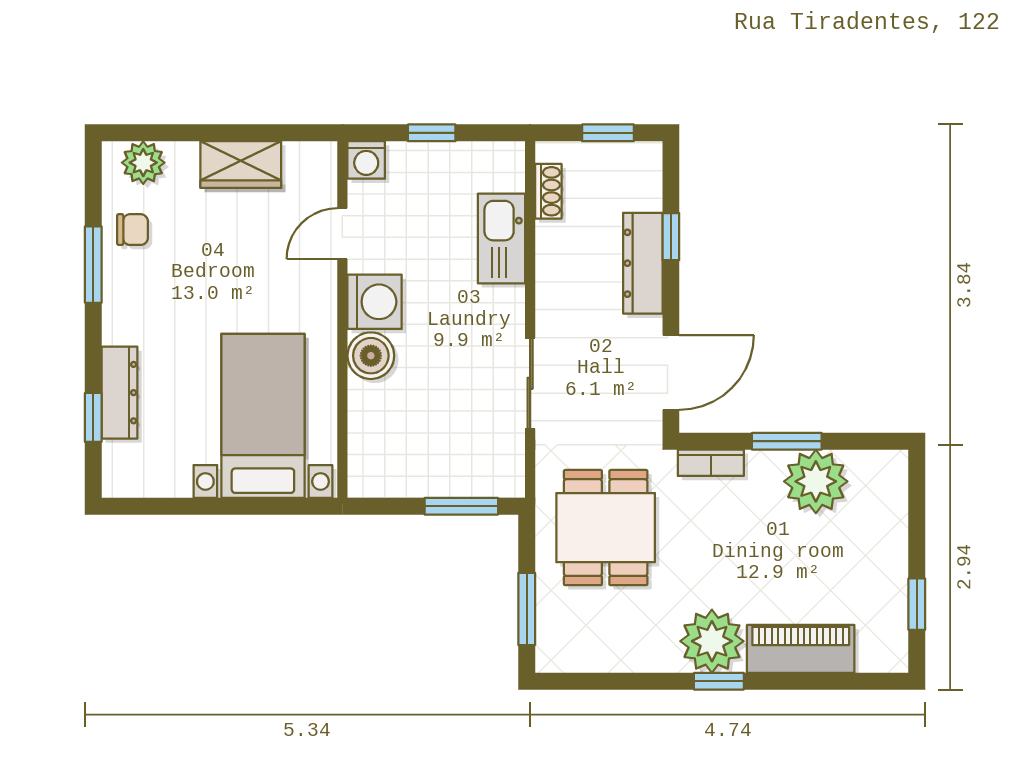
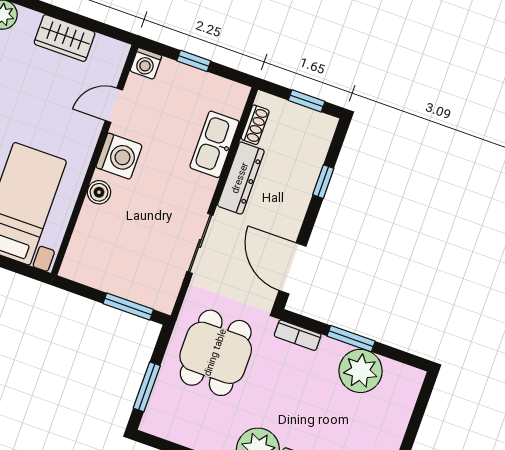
dresser: (643, 263) -> (241, 178), moved, turned 180
boiler: (371, 356) -> (99, 192), width x0.73, depth x0.73
door: (671, 373) -> (293, 268), swing flipped

